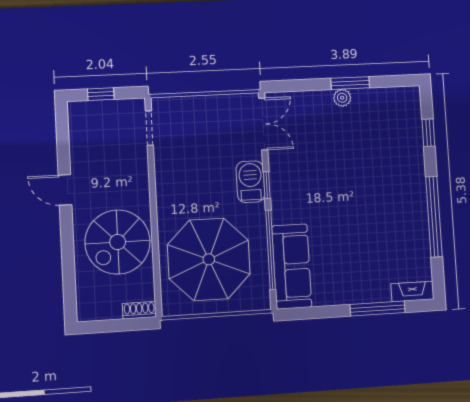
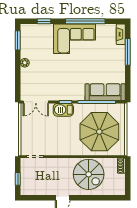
window: (350, 83) -> (18, 40), moved
double door: (263, 124) -> (36, 102), swing flipped
corner sofa: (397, 197) -> (74, 39), added

